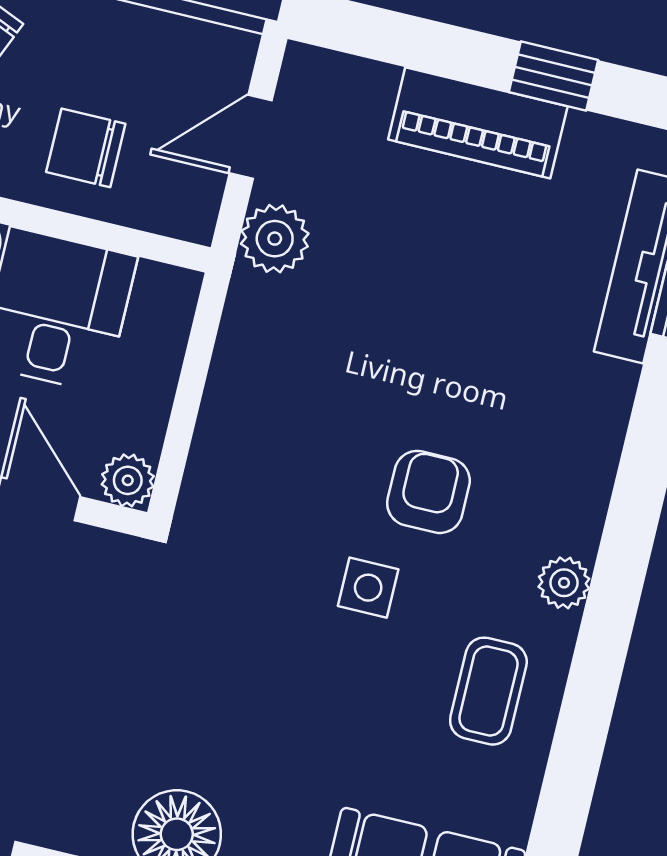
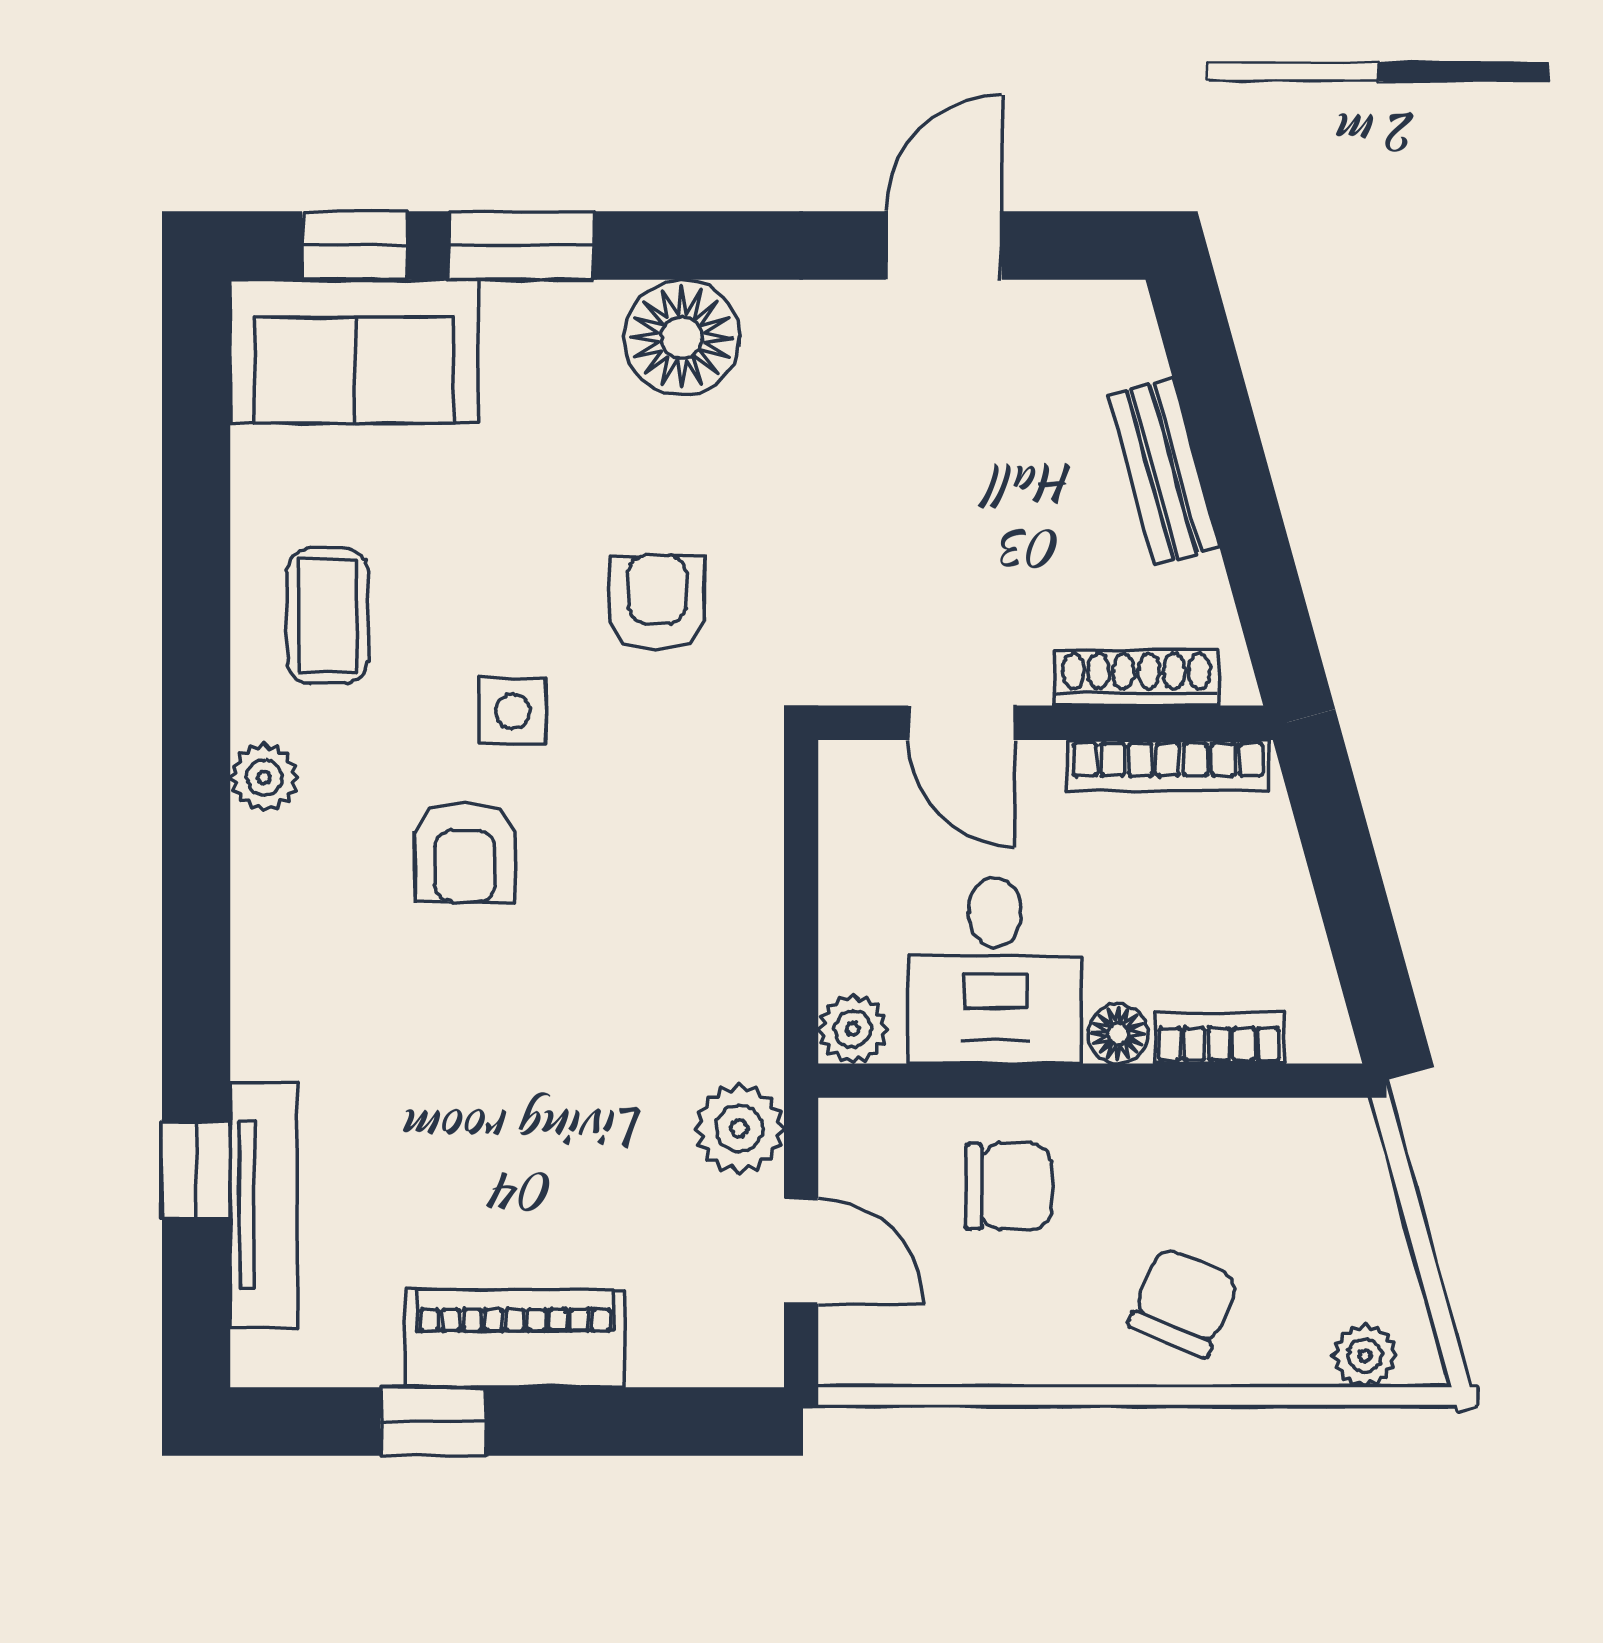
door: (251, 137) -> (801, 1251), hinge flipped
plant: (128, 480) -> (853, 1029), moved
armchair: (242, 643) -> (657, 602), added

